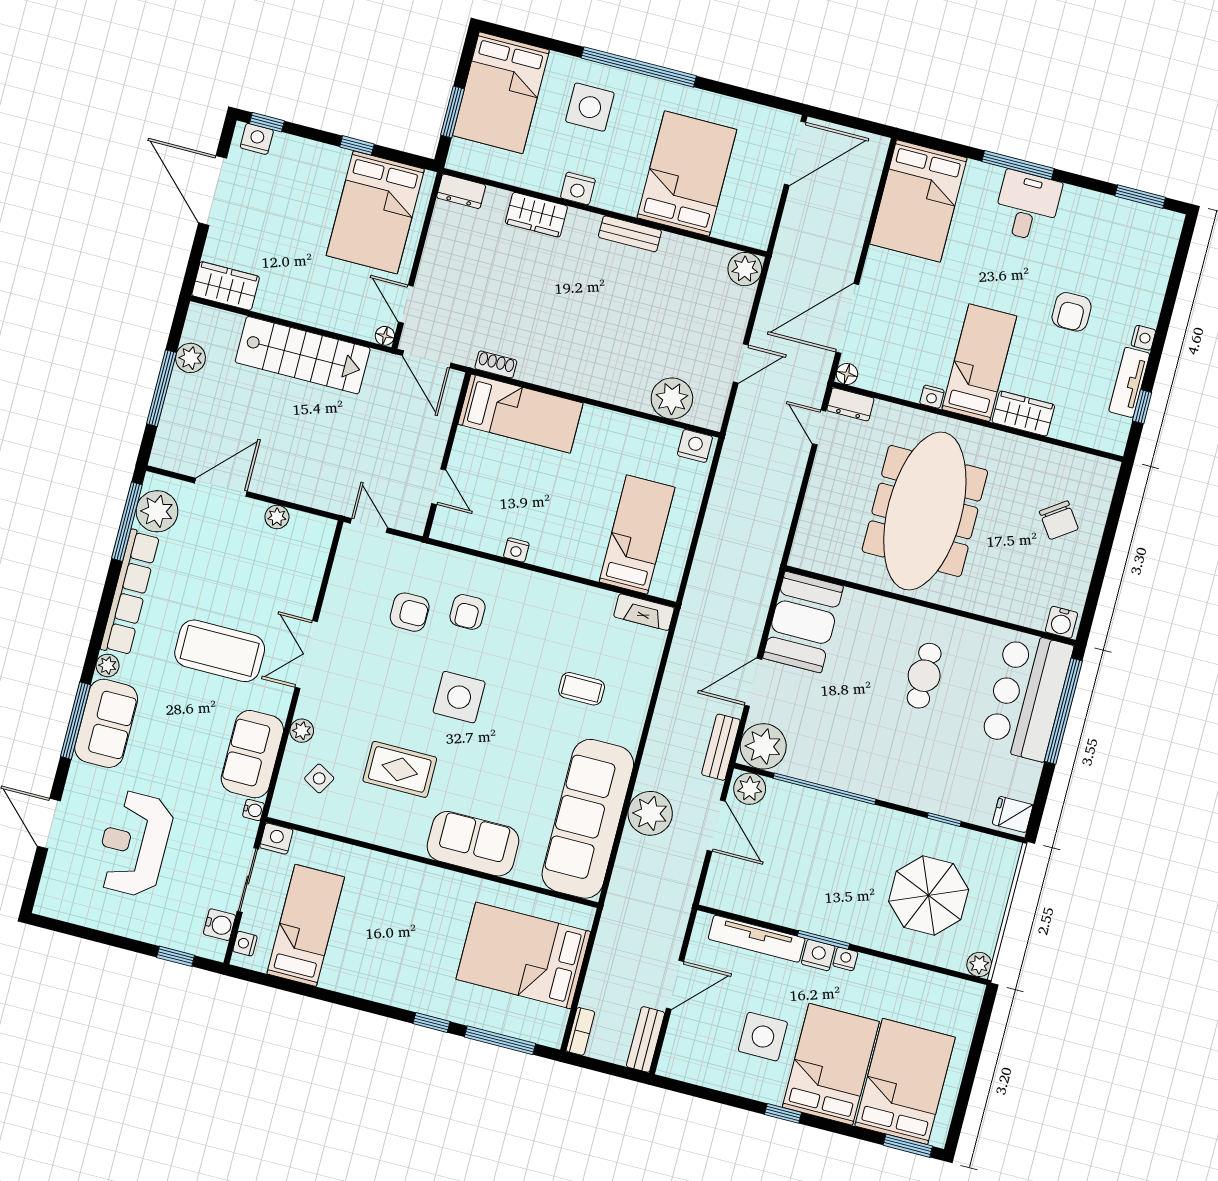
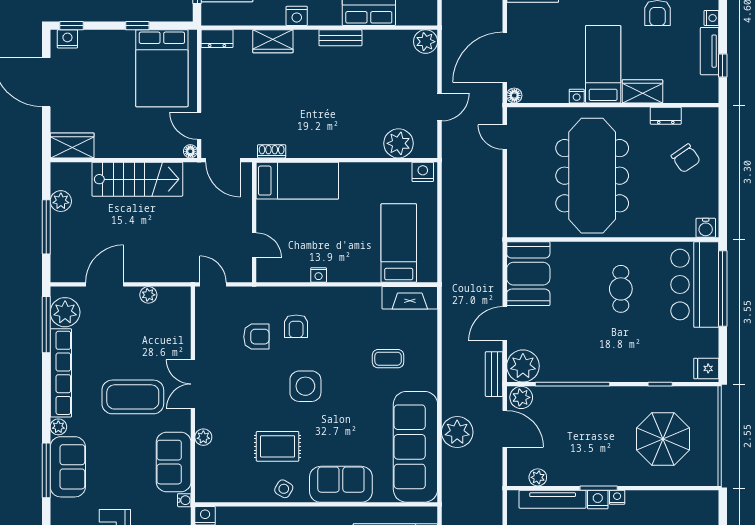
dresser: (850, 404) -> (666, 116), moved
fireplace: (644, 612) -> (410, 298), width x1.37, depth x1.32
side table: (319, 778) -> (284, 489), moved
plant: (979, 964) -> (538, 477), moved

